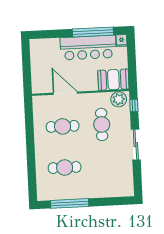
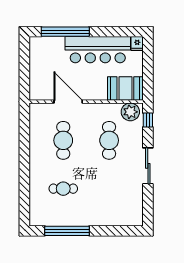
window: (93, 32) -> (65, 32), moved
cafe table: (63, 126) -> (63, 140), turned 90
cafe table: (65, 168) -> (63, 189), width x0.73, depth x0.74

